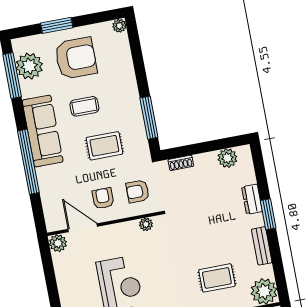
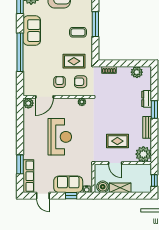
coffee table: (84, 106) -> (78, 32), moved
window: (149, 118) -> (95, 24), moved
sofa: (43, 131) -> (32, 31), width x0.73
rug: (104, 146) -> (74, 61), moved
door: (83, 228) -> (44, 97), swing flipped

